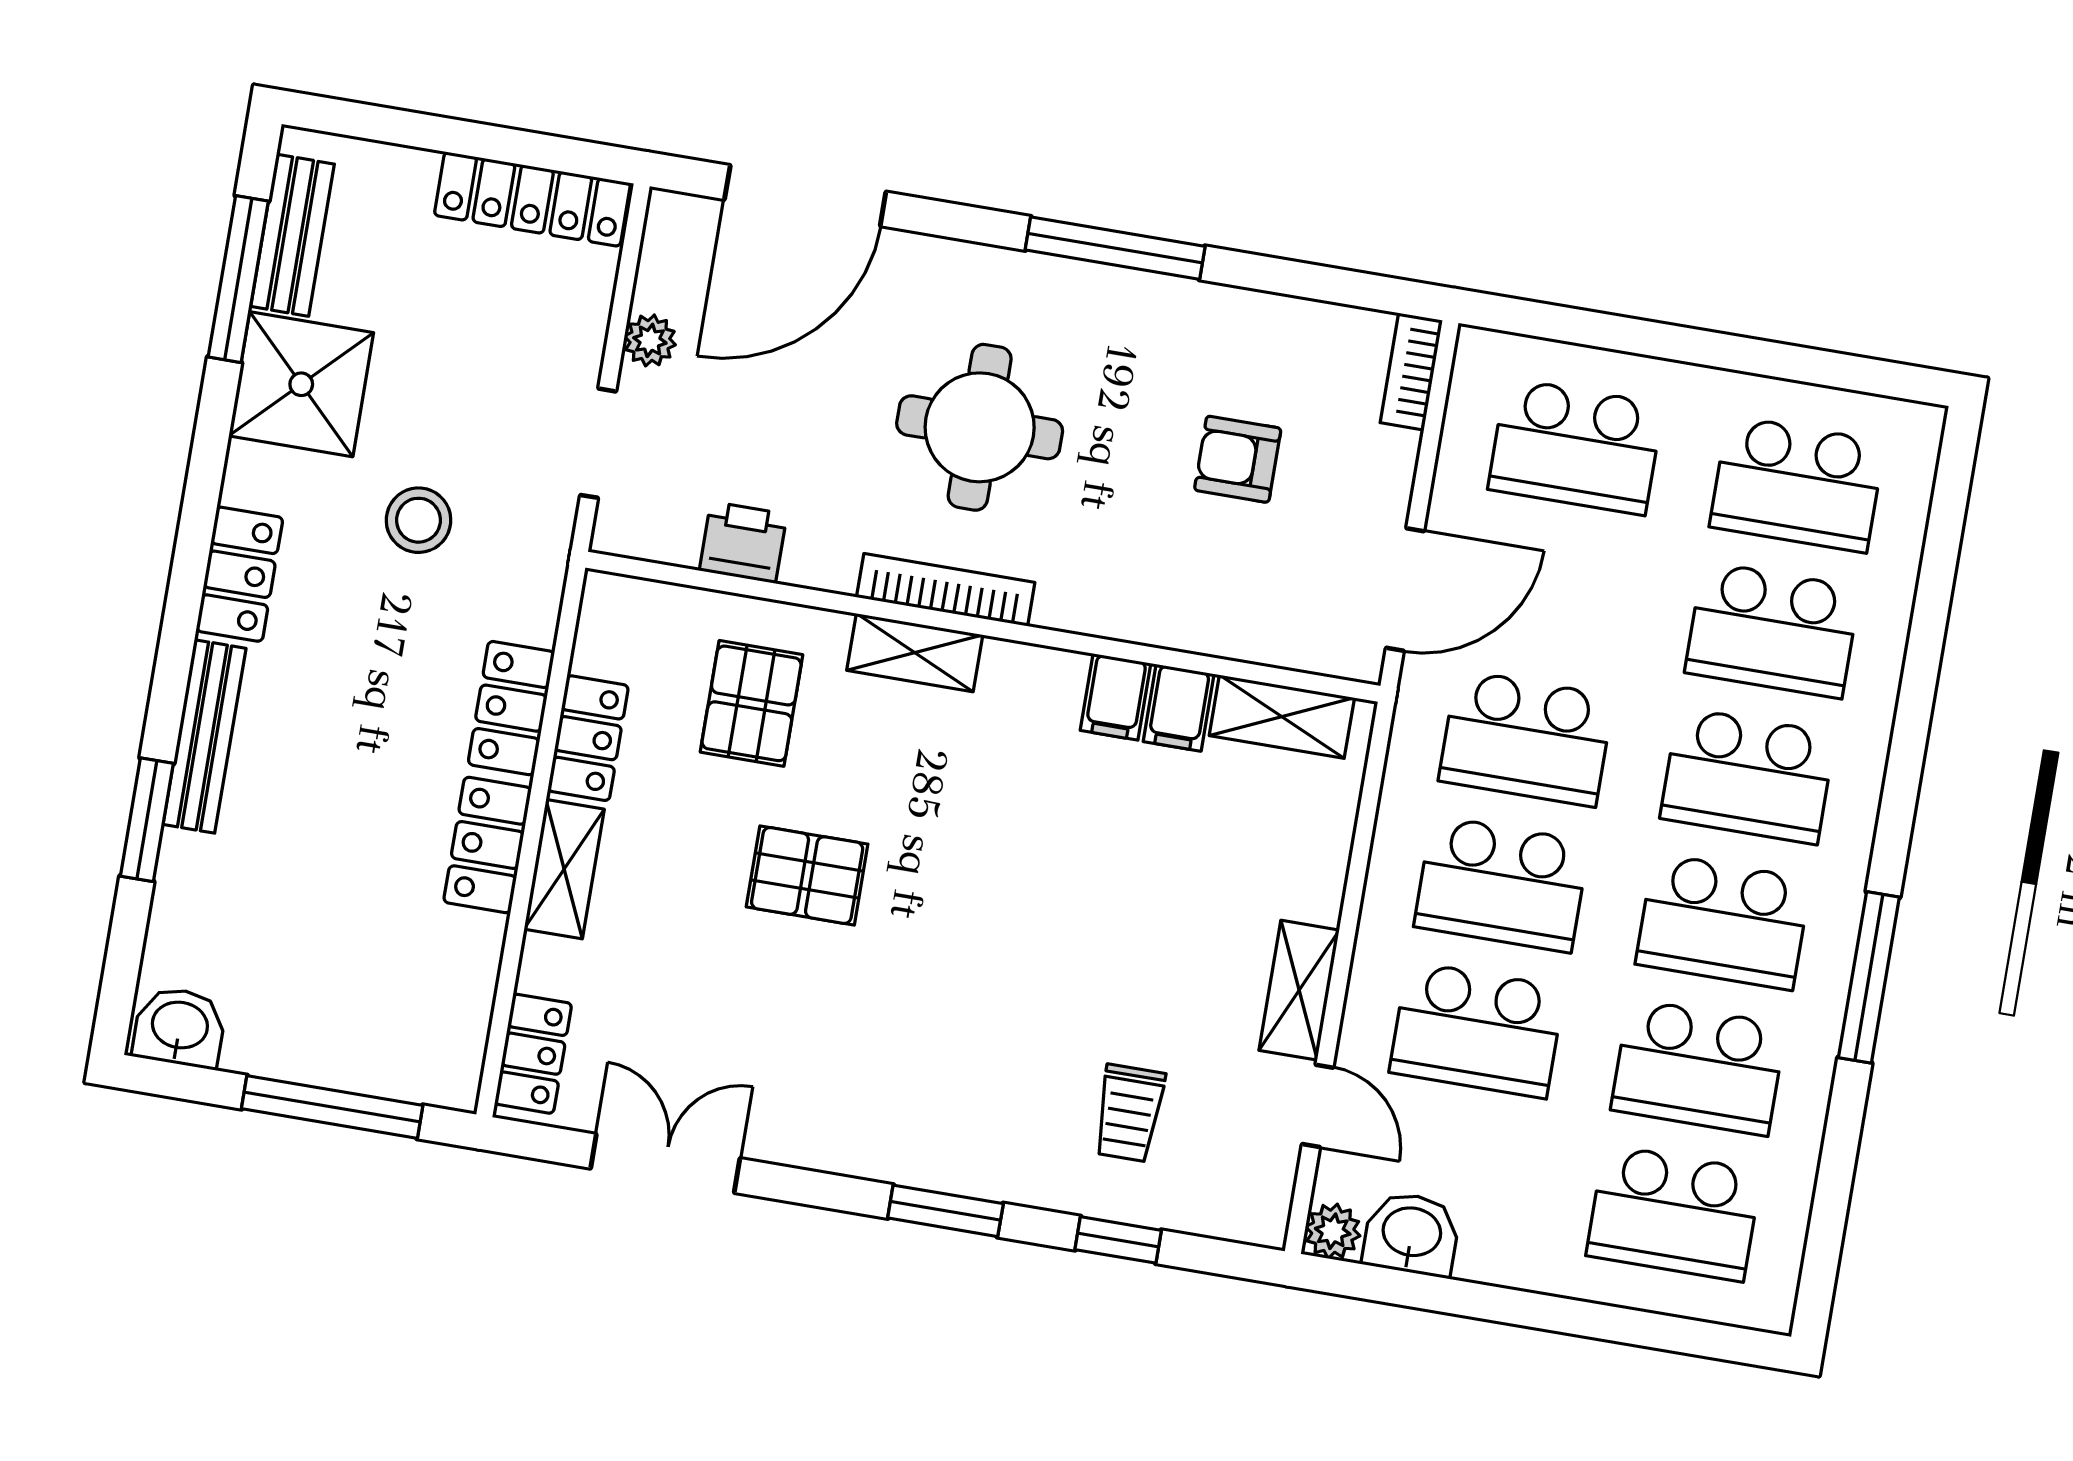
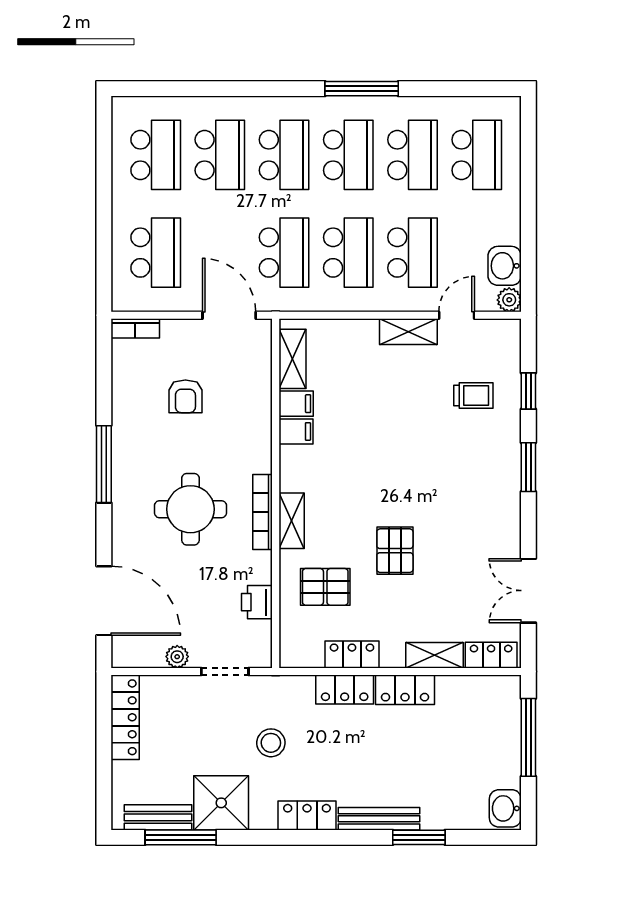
shelving: (564, 869) -> (435, 655), moved

